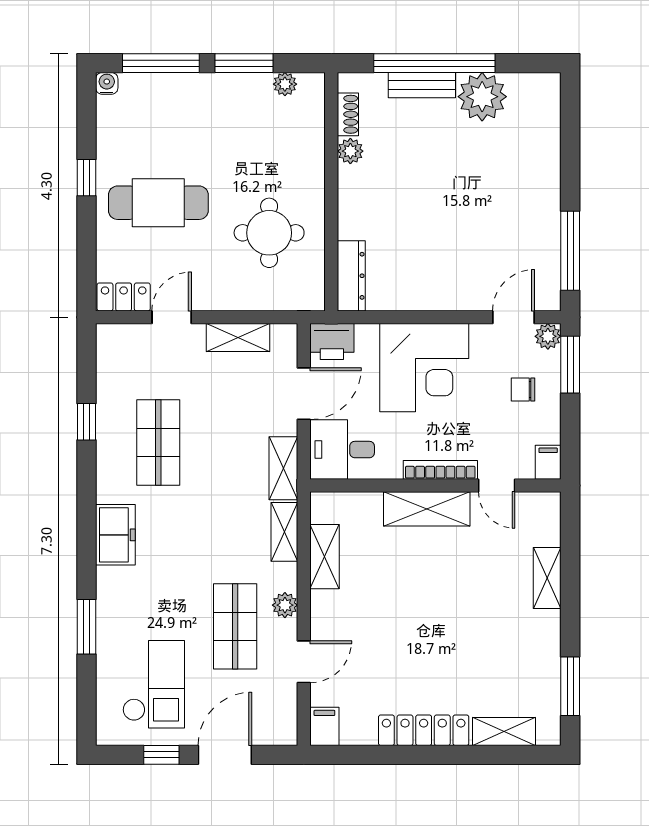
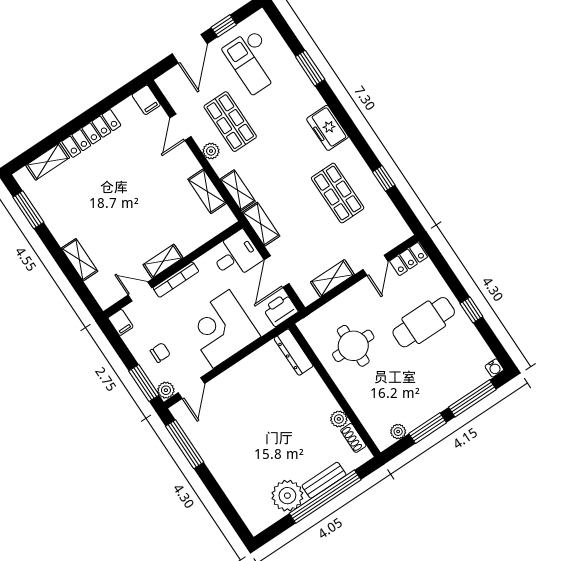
shelving: (427, 509) -> (163, 261), width x0.67, depth x0.75

